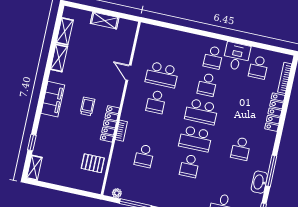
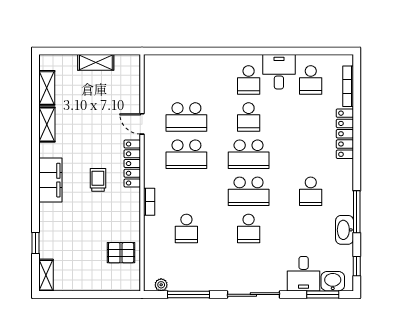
school desk: (156, 102) -> (186, 154), width x1.85
locker: (110, 124) -> (132, 164), moved

